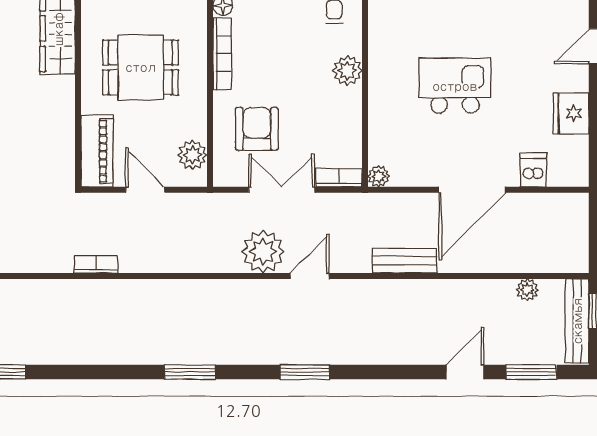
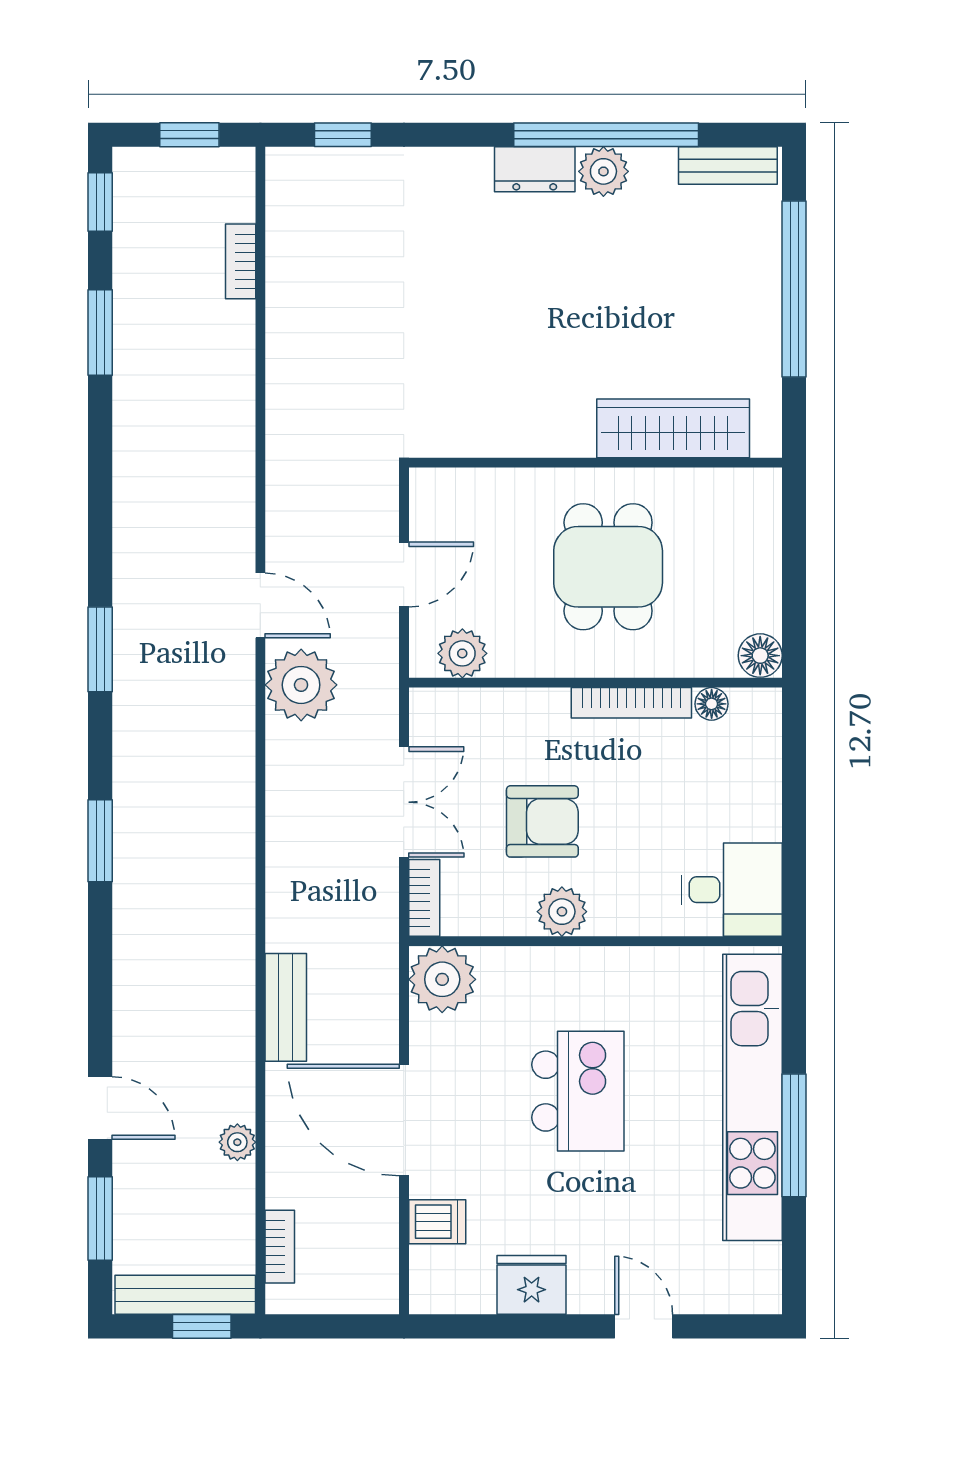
plant: (347, 71) -> (562, 912), moved
armchair: (257, 129) -> (542, 821), moved
piano: (97, 151) -> (469, 494), removed
plant: (379, 176) -> (442, 979), width x1.87, depth x1.87
plant: (263, 252) -> (301, 685), moved
bookcase: (96, 264) -> (280, 1247), moved
door: (310, 276) -> (260, 605), moved
plant: (527, 290) -> (237, 1142), moved

